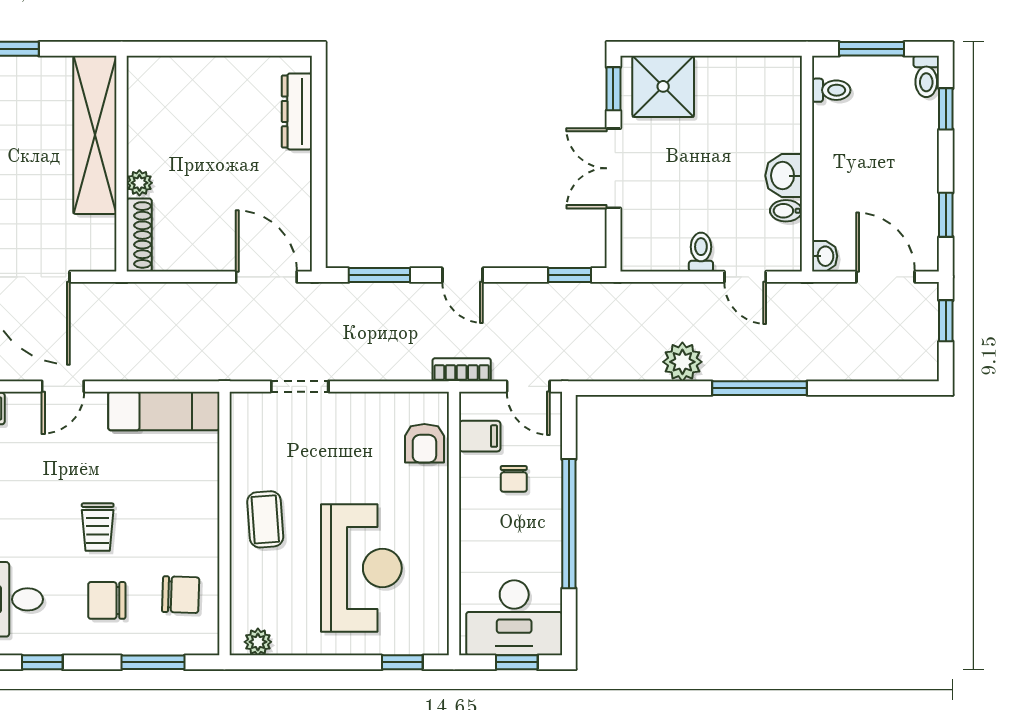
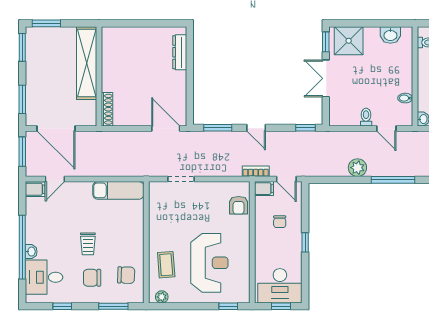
washbasin: (784, 176) -> (390, 35), moved, turned -90
plant: (139, 183) -> (107, 85), removed
door: (63, 386) -> (55, 179), moved
filing cabinet: (480, 436) -> (264, 189), moved
coffee table: (265, 519) -> (166, 265), moved
window: (569, 524) -> (305, 242), width x0.32

